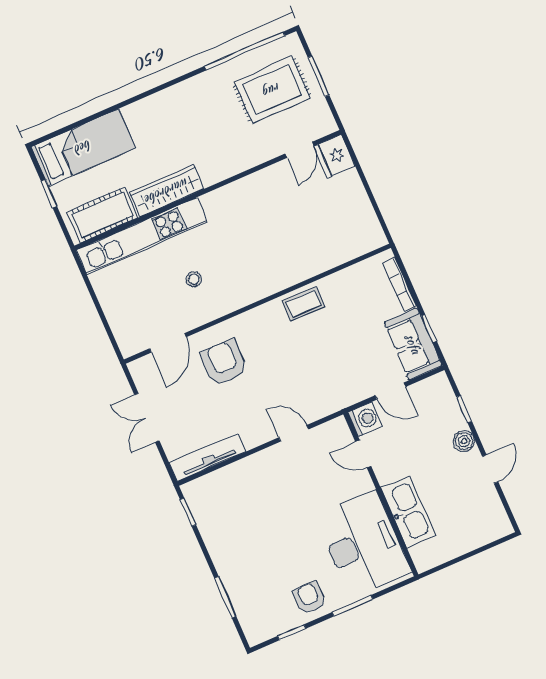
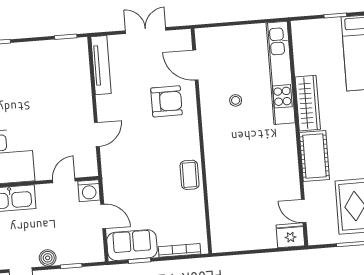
cot: (103, 215) -> (314, 156), moved
door: (390, 391) -> (103, 216), swing flipped

